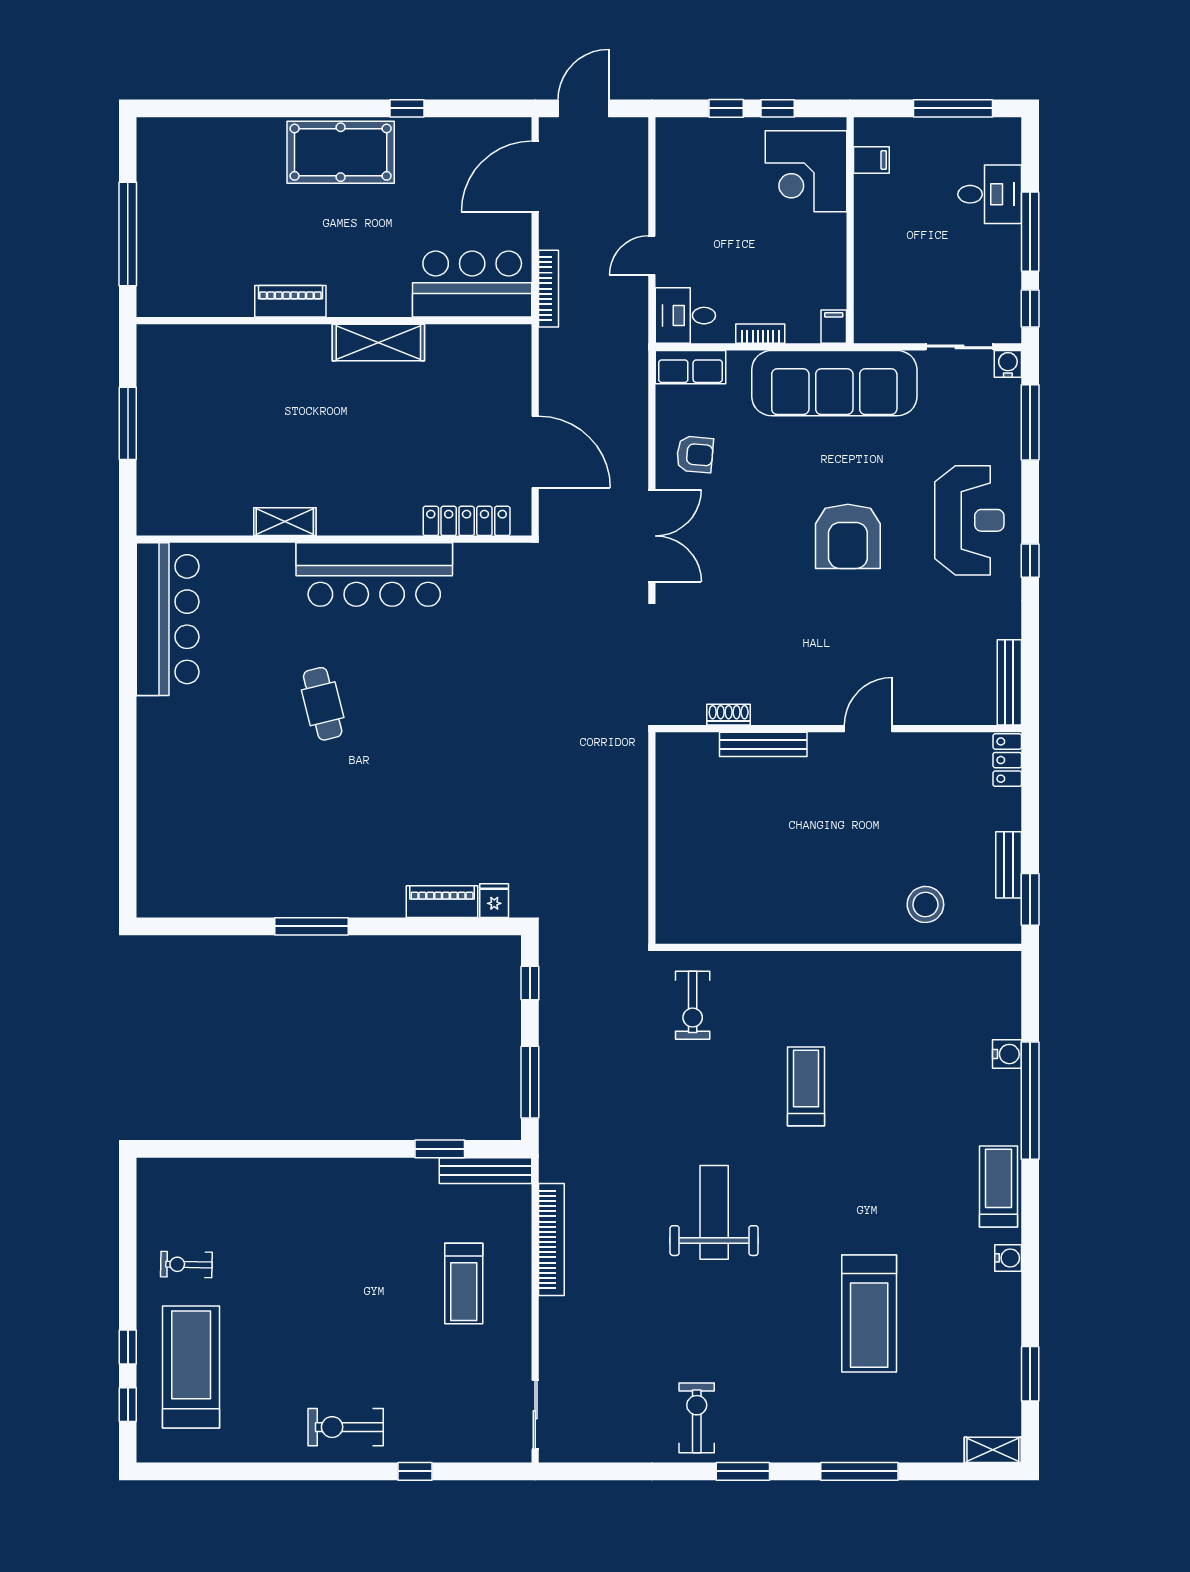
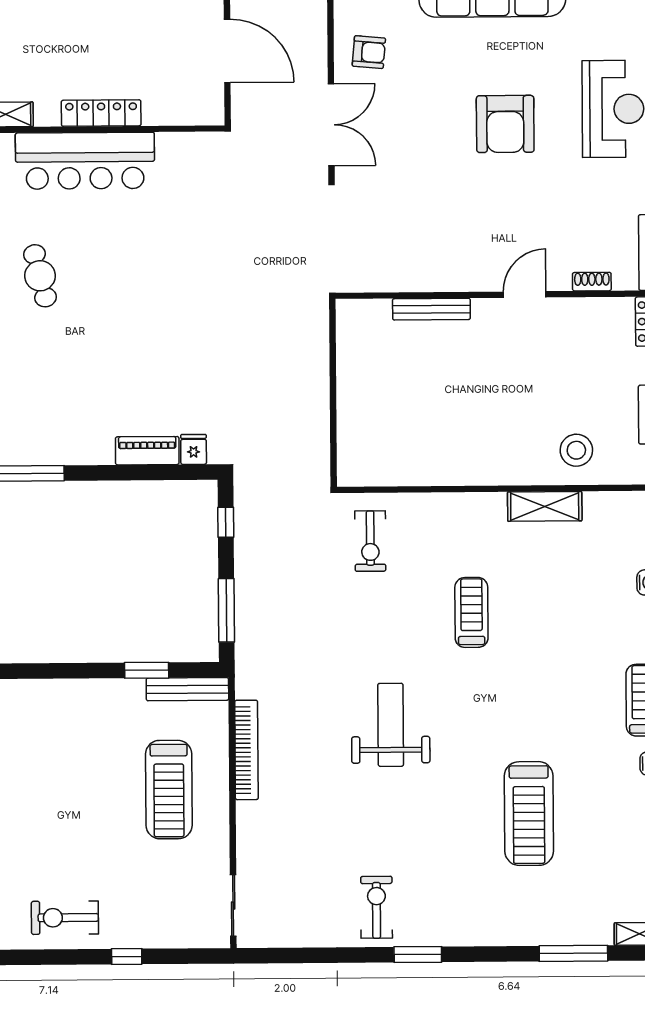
locker: (467, 521) -> (101, 113), moved
shoe rack: (729, 715) -> (592, 282), moved
shelving: (889, 967) -> (545, 506), added
treadmill: (464, 1284) -> (169, 790), width x1.37, depth x1.38
window: (859, 1471) -> (573, 953), moved

